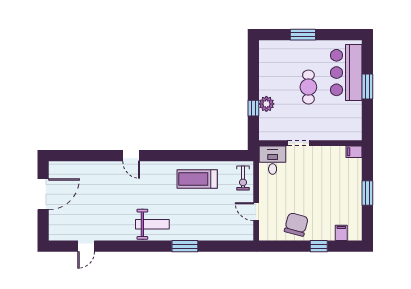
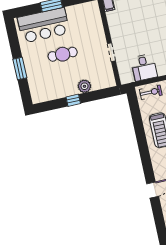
window: (253, 108) -> (73, 100), moved
desk: (273, 160) -> (144, 67), moved, turned -90

